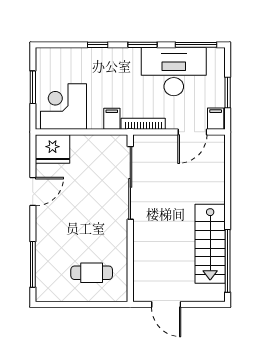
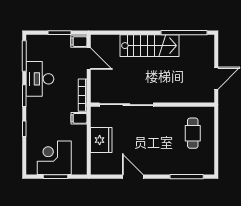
desk: (174, 72) -> (40, 79), width x0.73, depth x0.77
corner desk: (64, 107) -> (54, 158), moved, turned 90
fridge: (52, 149) -> (101, 140), moved
stairs: (210, 244) -> (149, 46), moved

